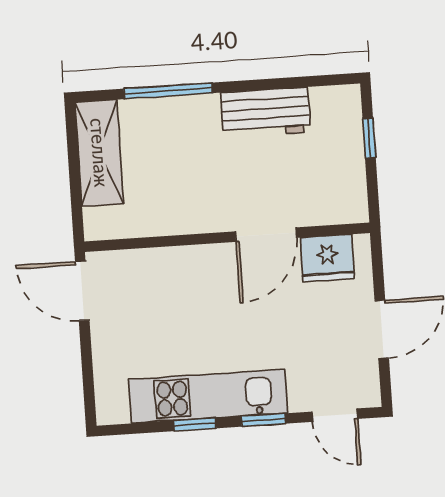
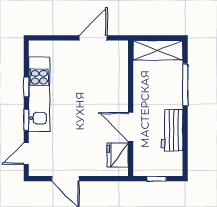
door: (266, 235) -> (131, 127), moved
wall: (227, 237) -> (131, 108), moved
fridge: (327, 258) -> (118, 155), moved

